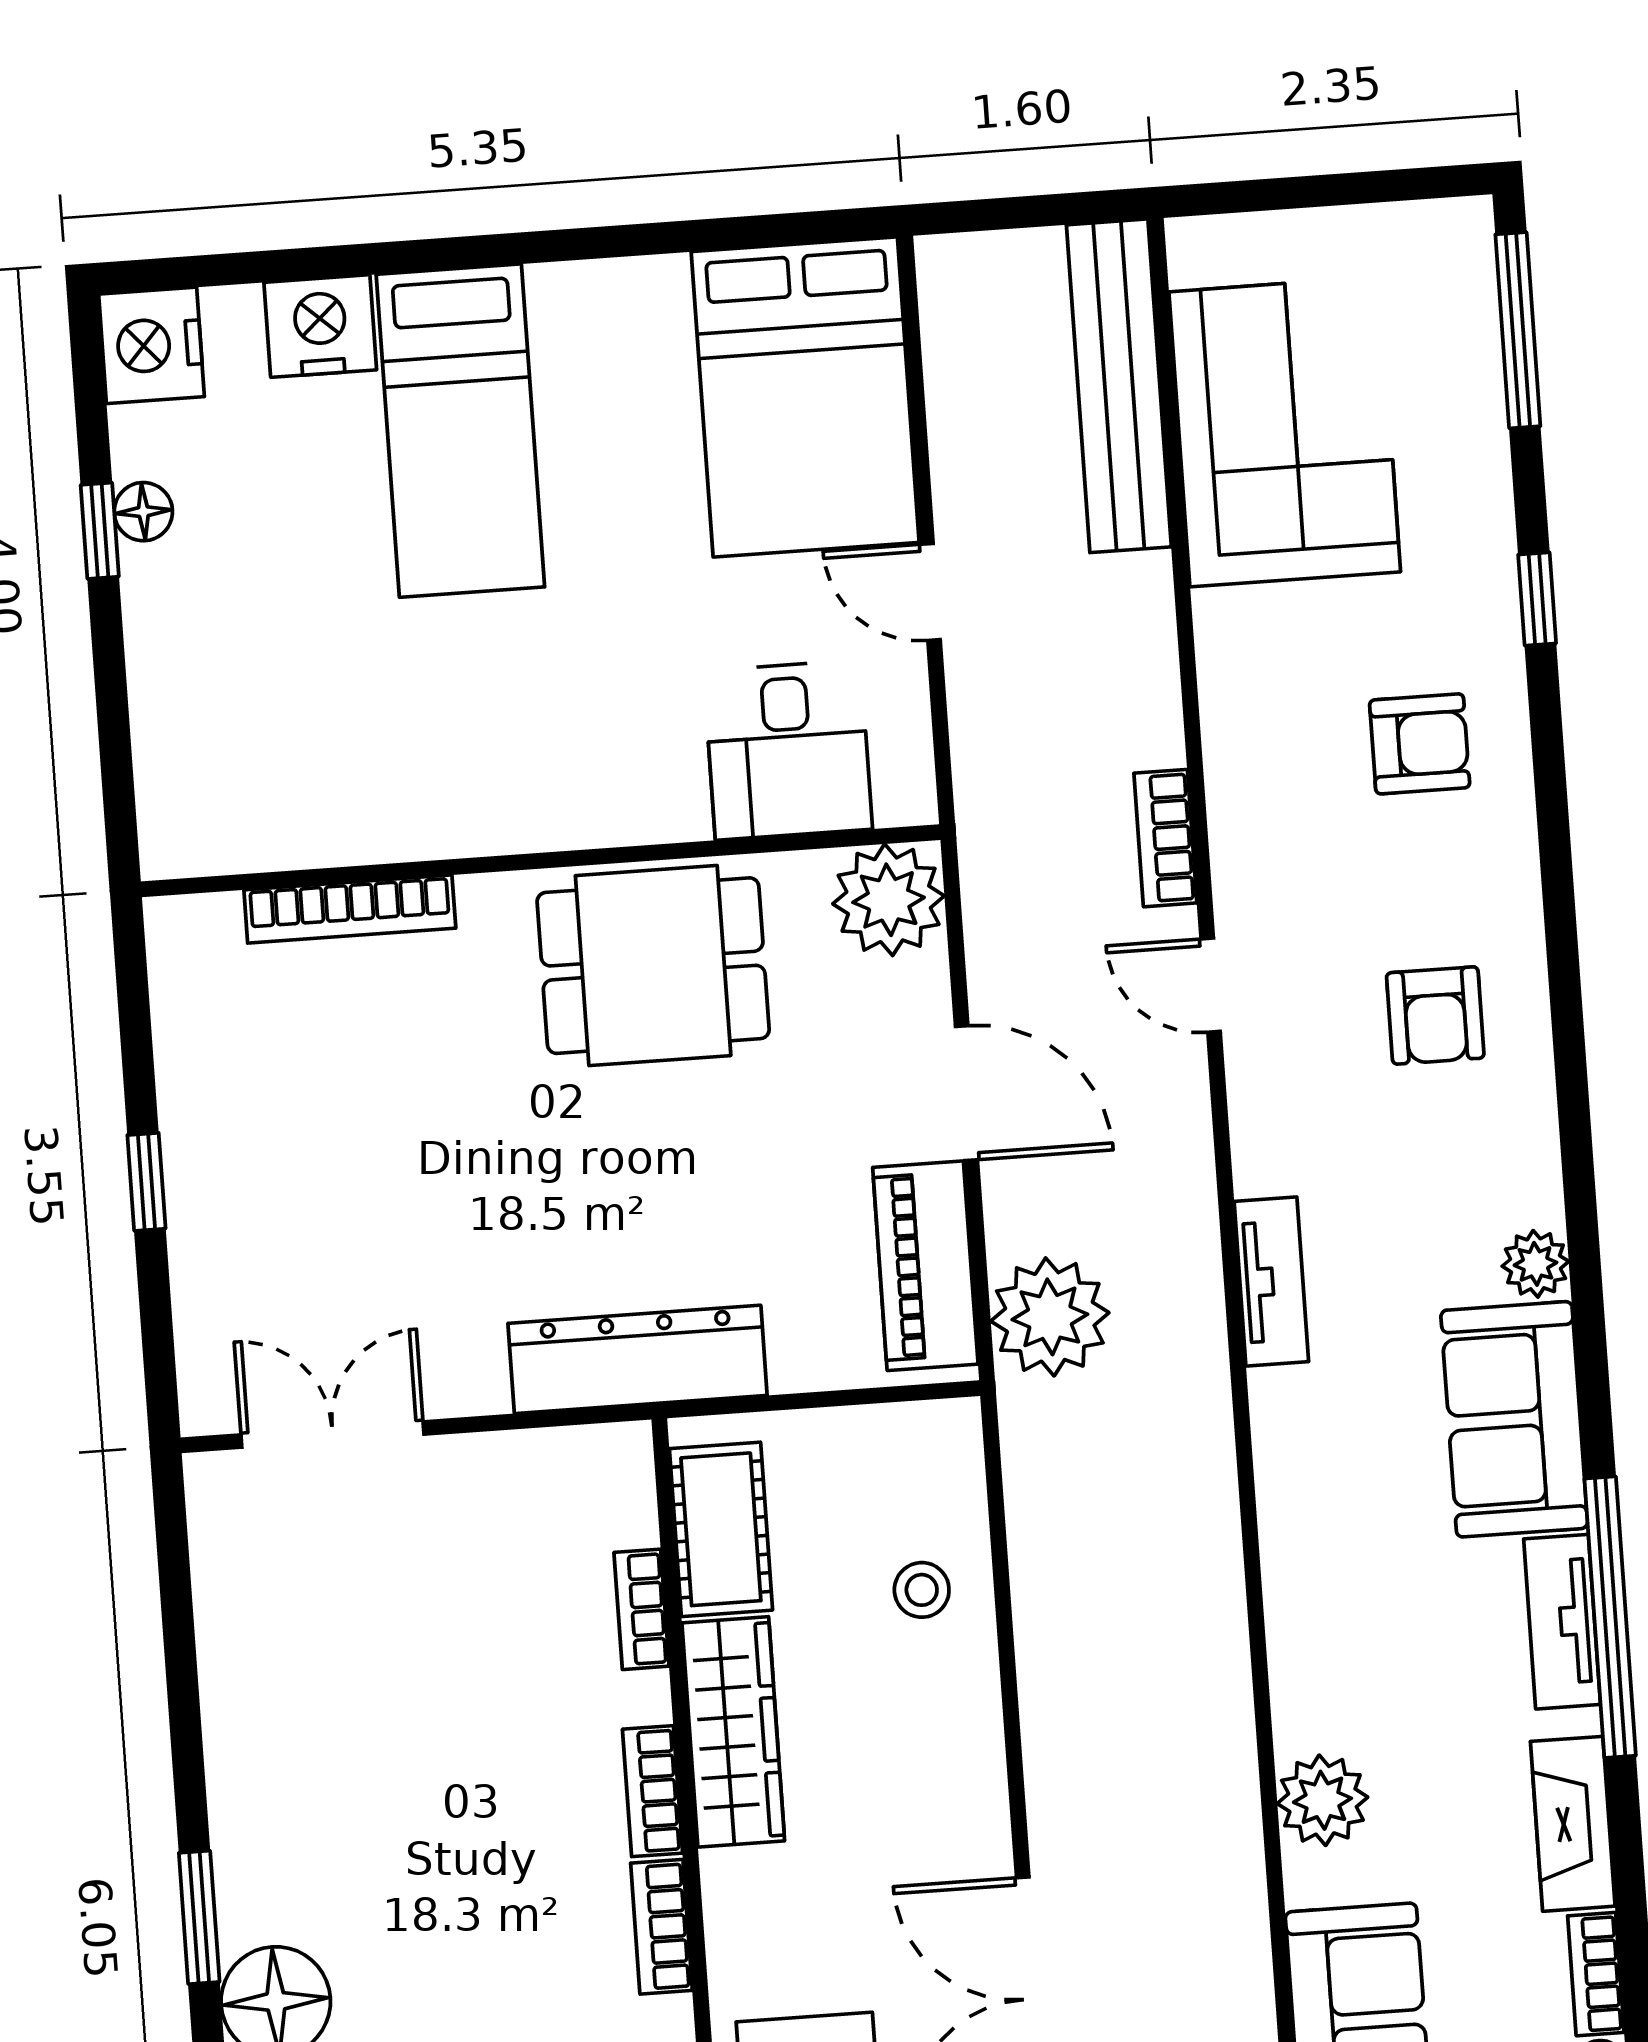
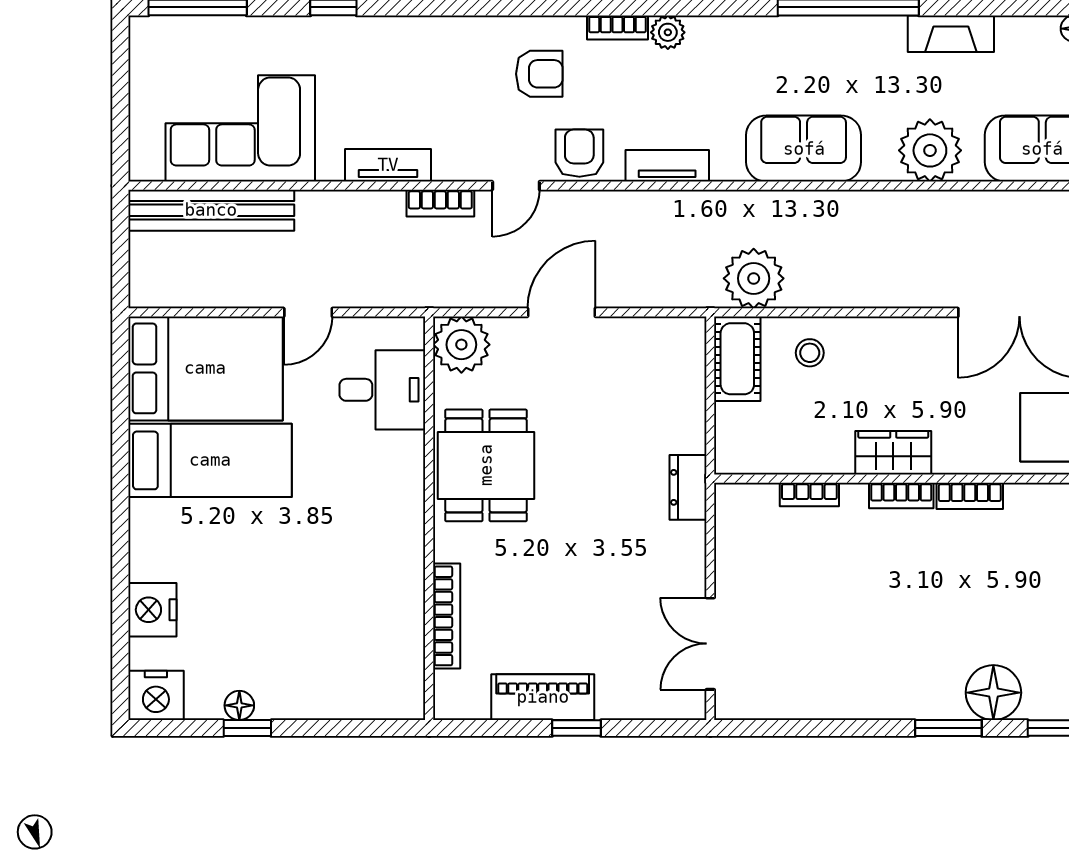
bed: (460, 431) -> (210, 460), moved
armchair: (1420, 744) -> (579, 153), moved
piano: (925, 1266) -> (543, 697), moved, turned 180
plant: (1050, 1317) -> (754, 278), moved
dresser: (638, 1359) -> (688, 487), width x0.51, depth x0.80
sofa: (1514, 1419) -> (804, 149), moved, turned 180
cot: (721, 1529) -> (737, 359), moved, turned 90
tv unit: (1562, 1622) -> (388, 165), moved, turned 180
wardrobe: (733, 1732) -> (893, 453), width x0.67
plant: (1322, 1800) -> (930, 150), width x1.36, depth x1.36
bookcase: (1596, 1974) -> (617, 28), moved

